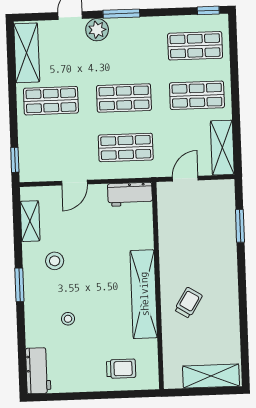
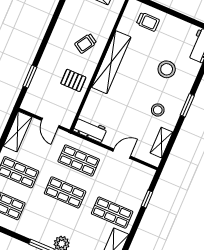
window: (15, 160) -> (147, 199), moved
door: (185, 179) -> (50, 123), hinge flipped
pallet: (182, 248) -> (73, 80), added
stool: (68, 319) -> (167, 69), width x1.89, depth x1.89
trolley: (121, 369) -> (148, 22), turned 180

